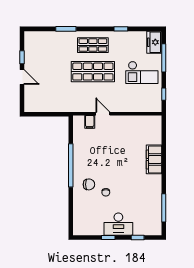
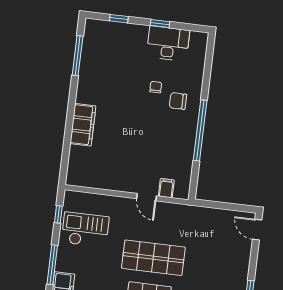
checkout: (142, 73) -> (85, 230), moved
door: (22, 77) -> (257, 230), moved
desk: (118, 224) -> (168, 44), moved

